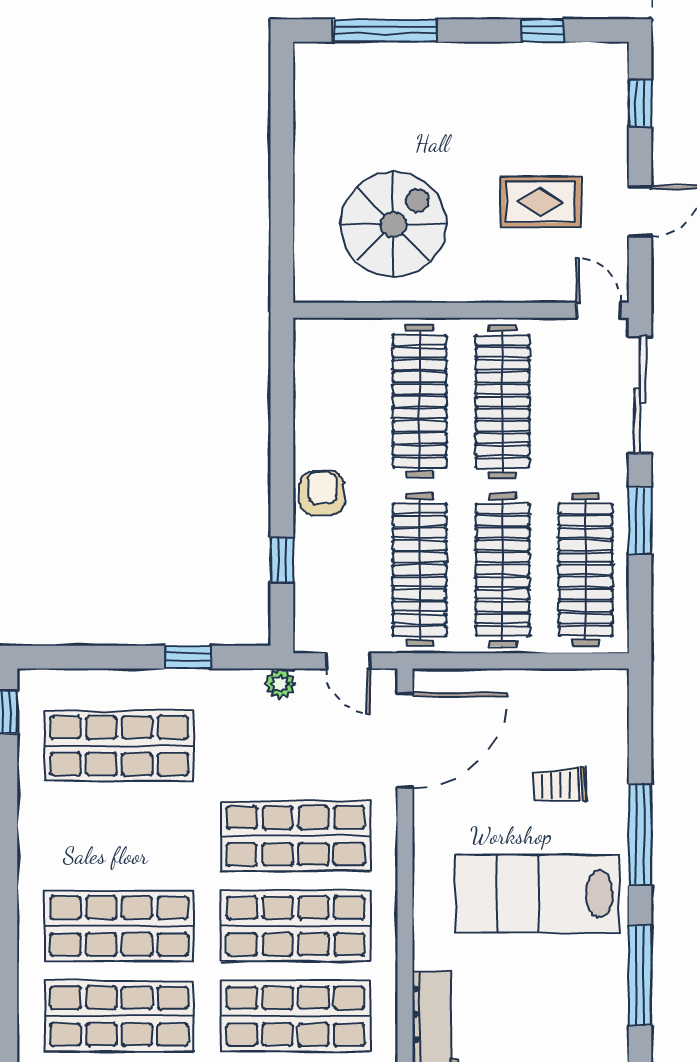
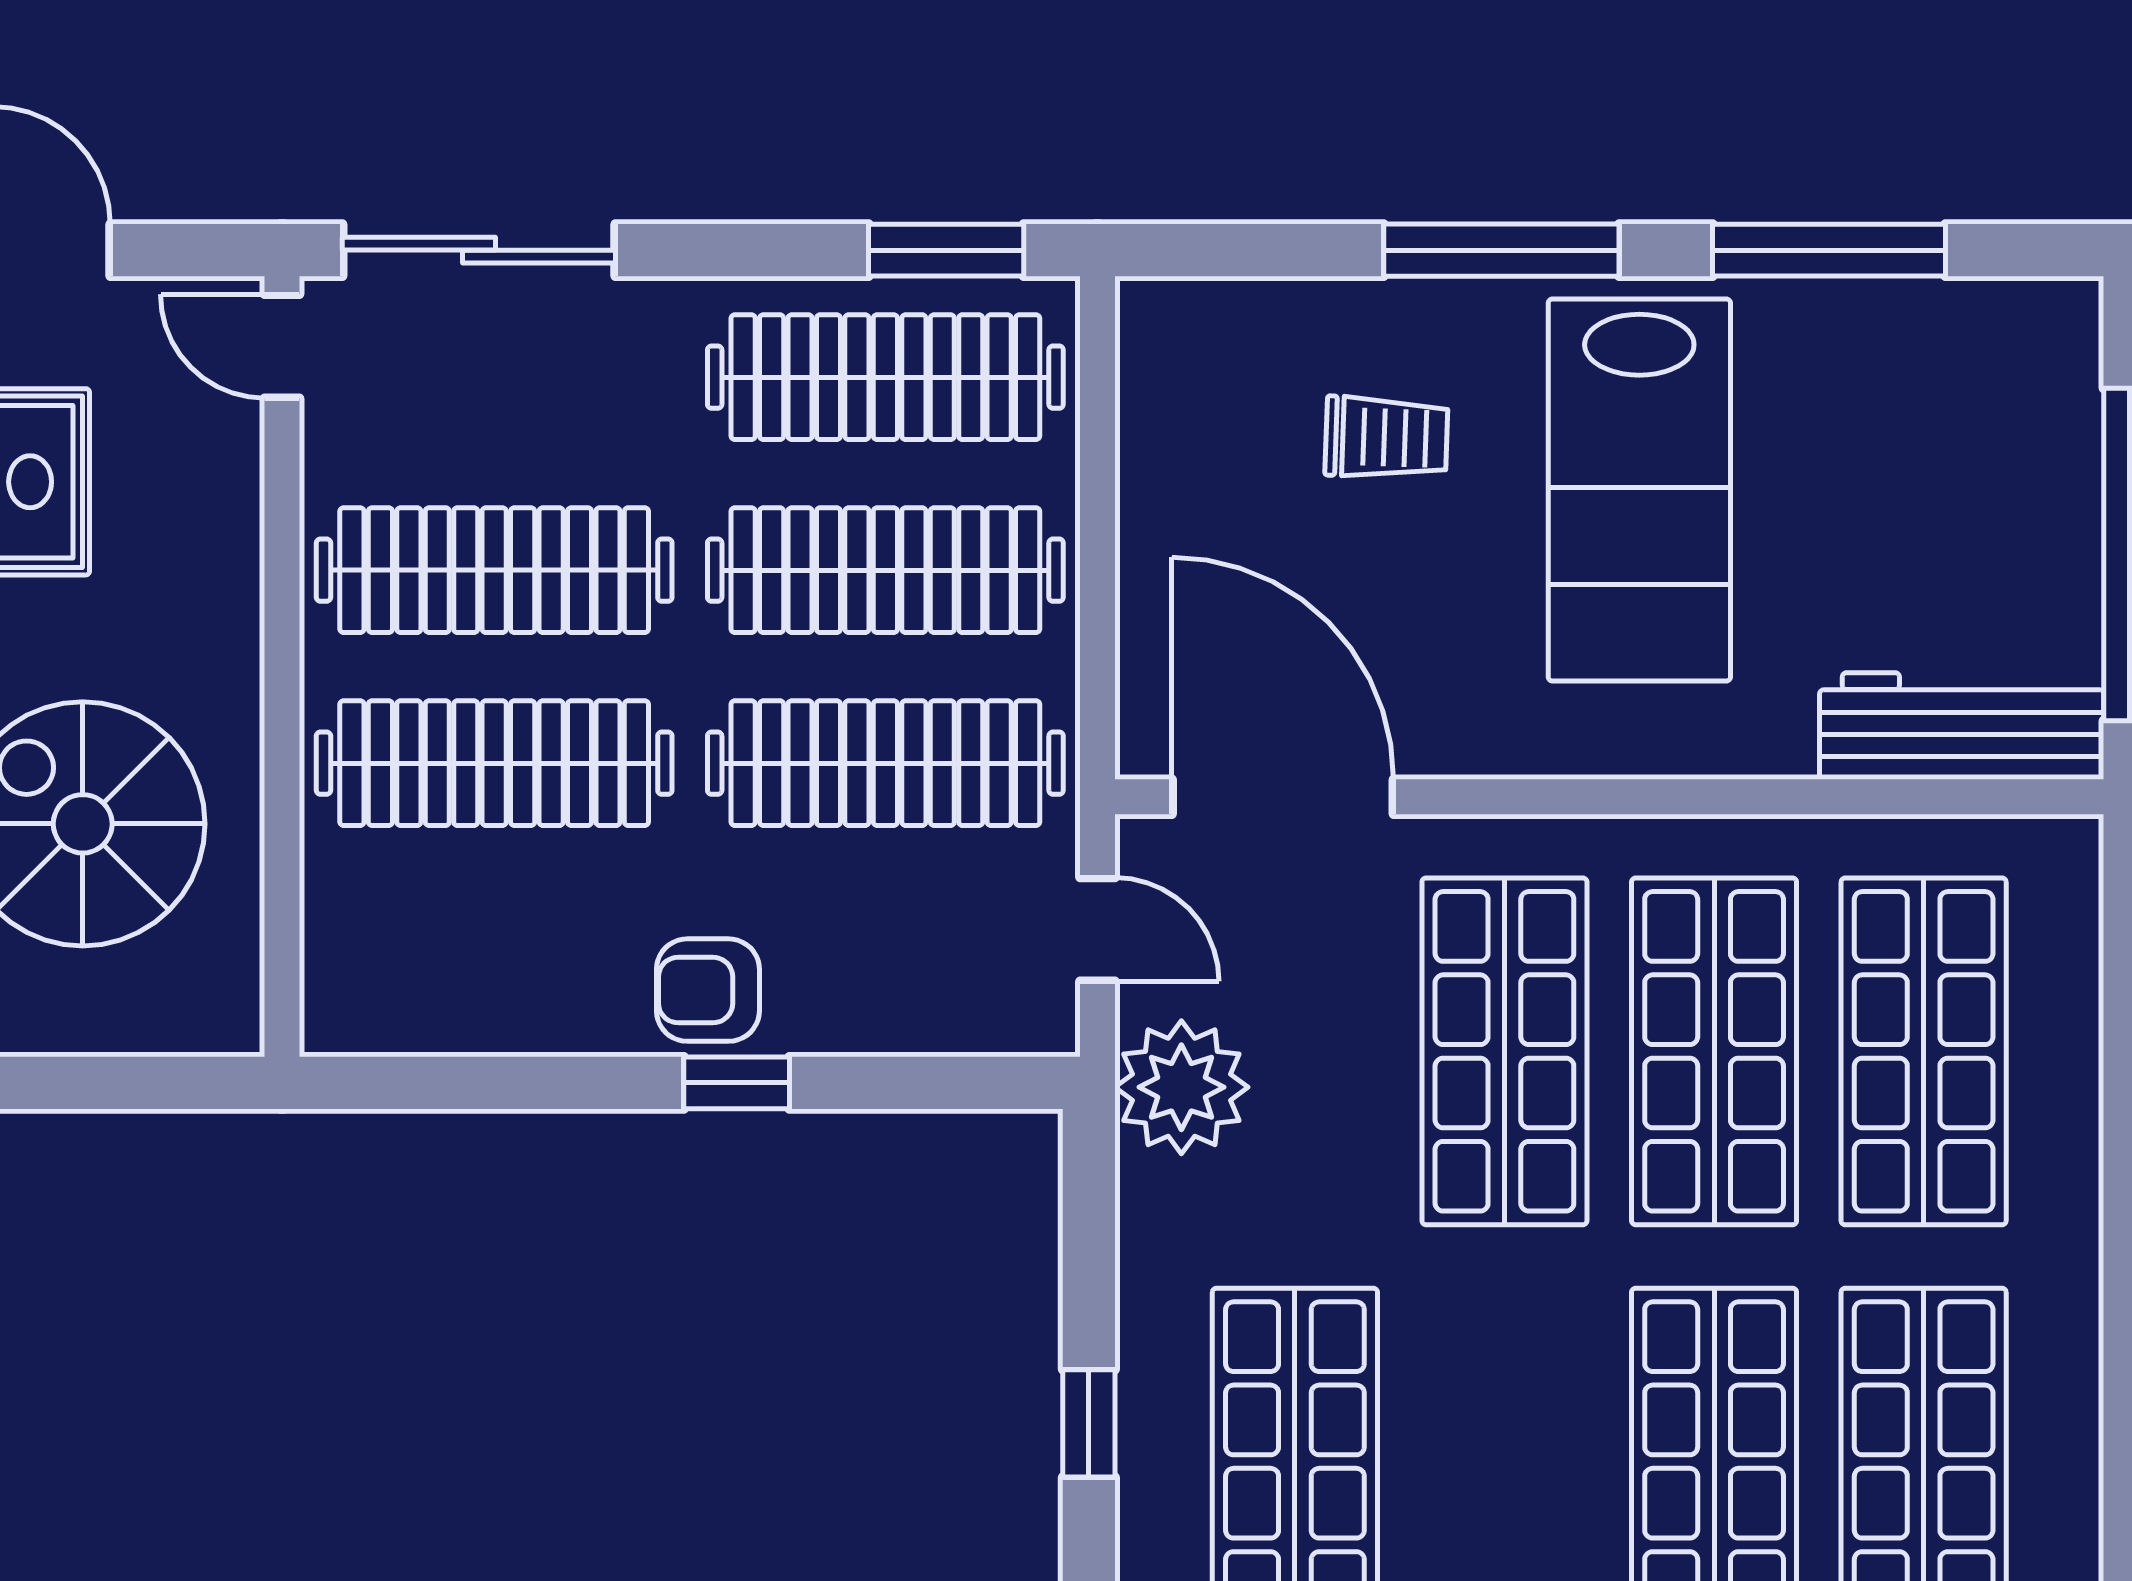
door: (599, 310) -> (282, 346), hinge flipped
window: (640, 521) -> (946, 250), moved
window: (282, 560) -> (737, 1083), moved
window: (188, 657) -> (1089, 1423), moved
door: (348, 661) -> (1097, 929), hinge flipped
plant: (280, 684) -> (1181, 1087), width x1.88, depth x1.88
trolley: (560, 785) -> (1386, 437), turned -85

